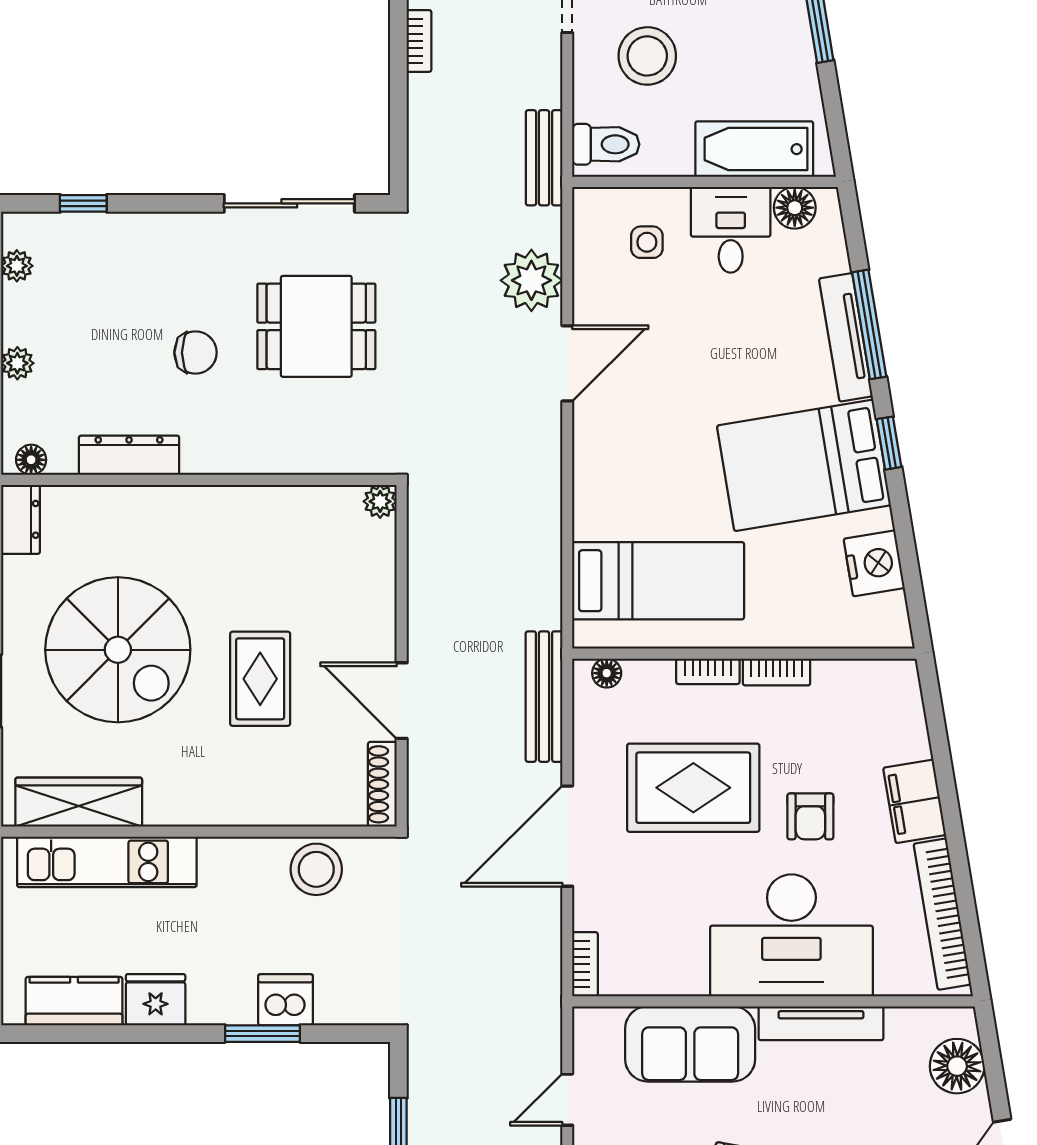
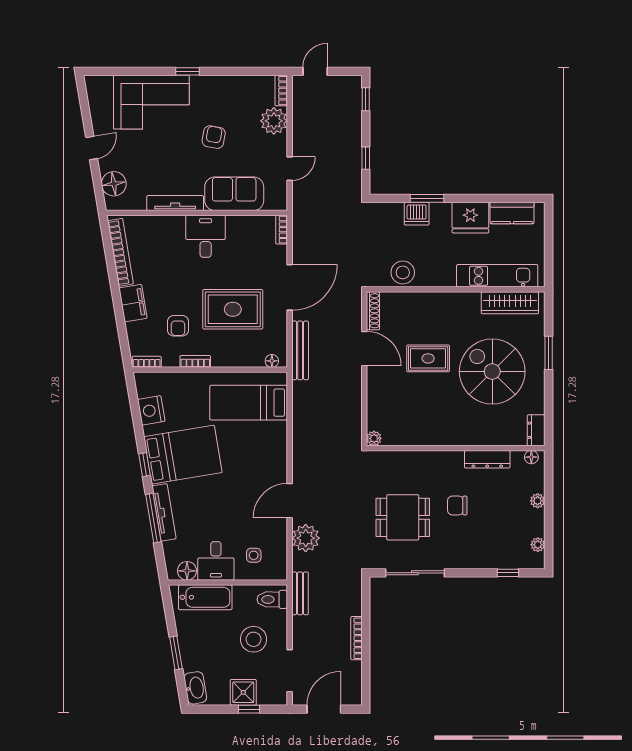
bookcase: (419, 41) -> (356, 638), width x1.56
bookcase: (708, 671) -> (147, 362), moved
rug: (260, 679) -> (428, 358), turned 90
armchair: (810, 816) -> (178, 326), moved, turned 180
desk: (791, 935) -> (206, 236), width x0.53, depth x0.77
fridge: (156, 1000) -> (470, 218), width x1.36, depth x1.34

